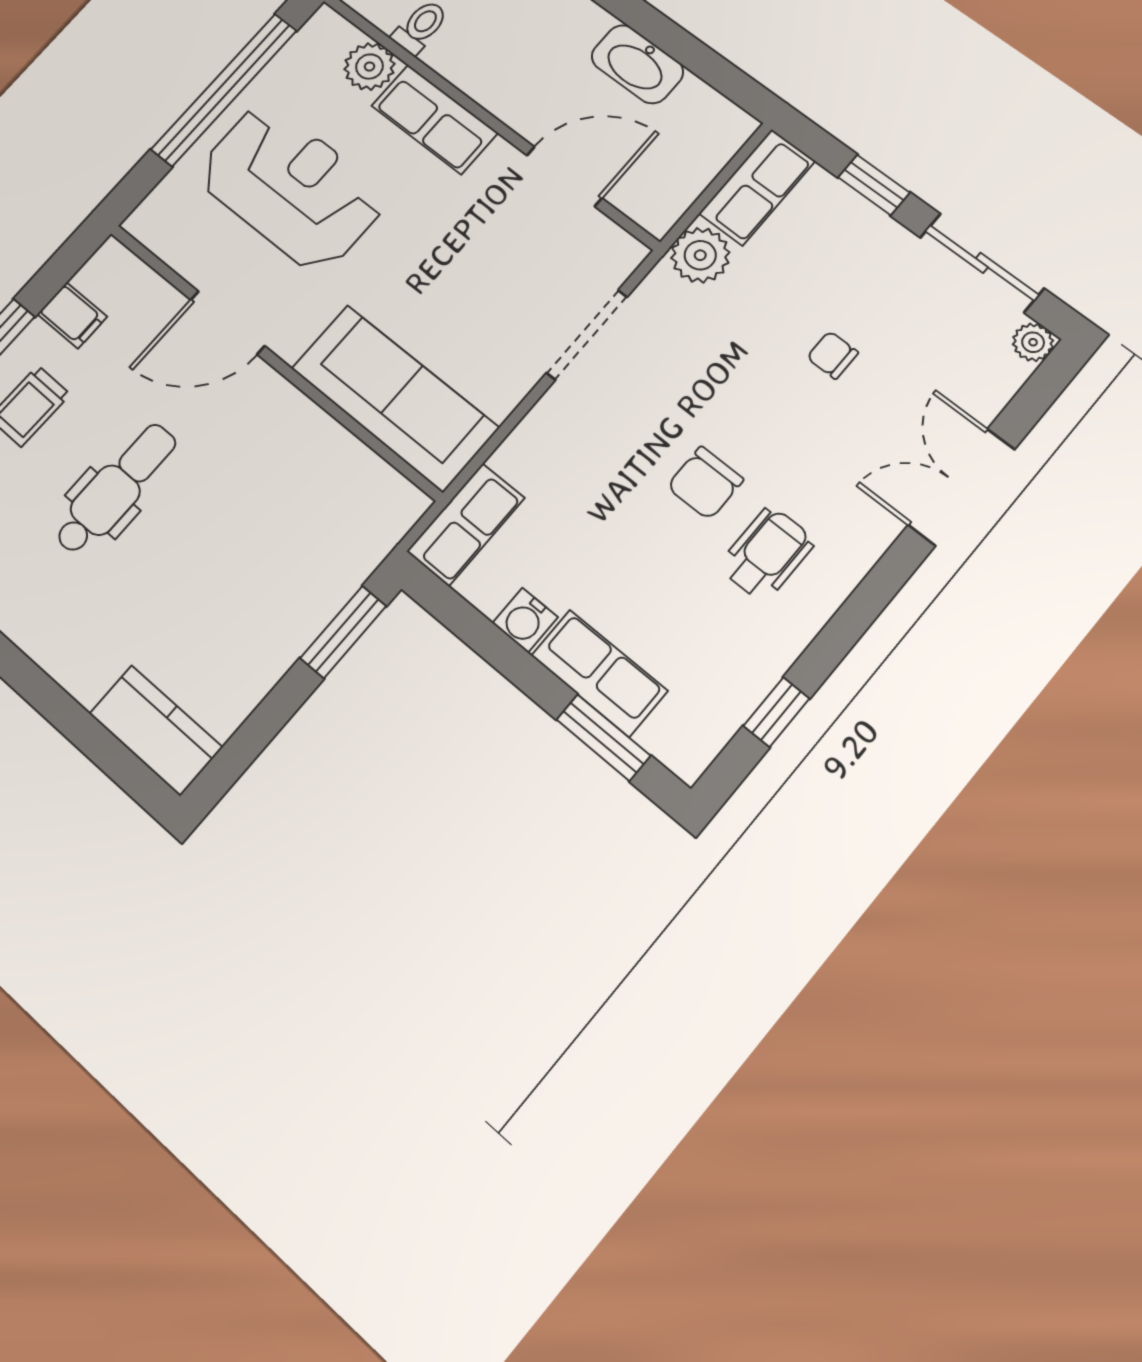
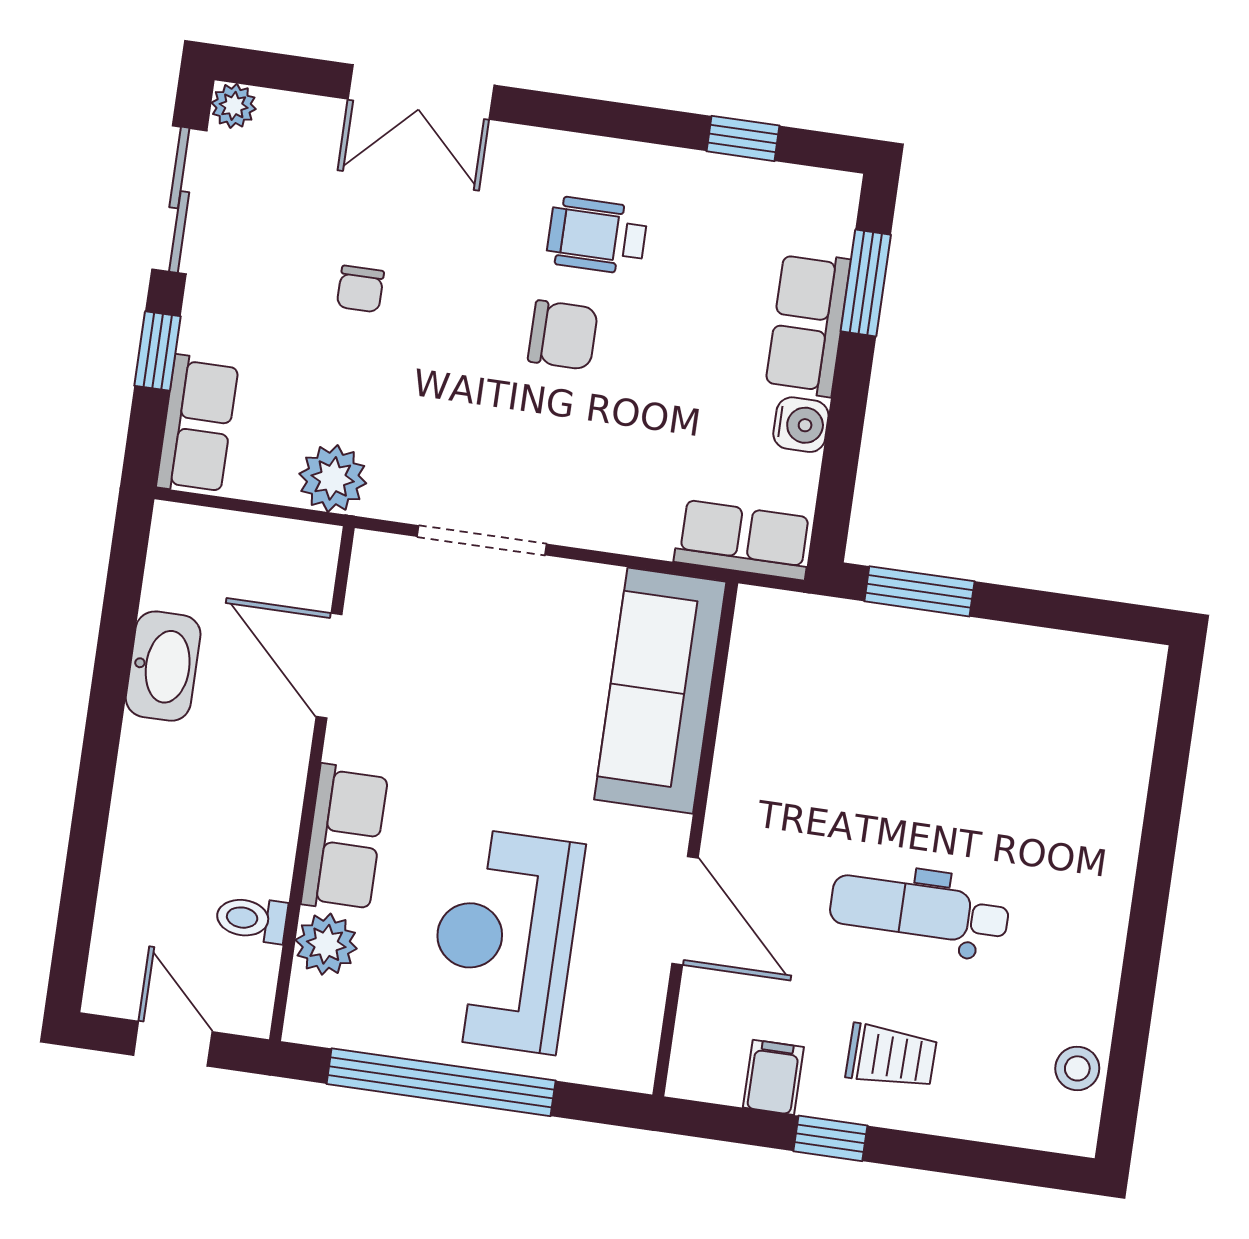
row of seats: (757, 187) -> (198, 425), moved, turned 90
kitchen counter: (156, 730) -> (1123, 711), removed

